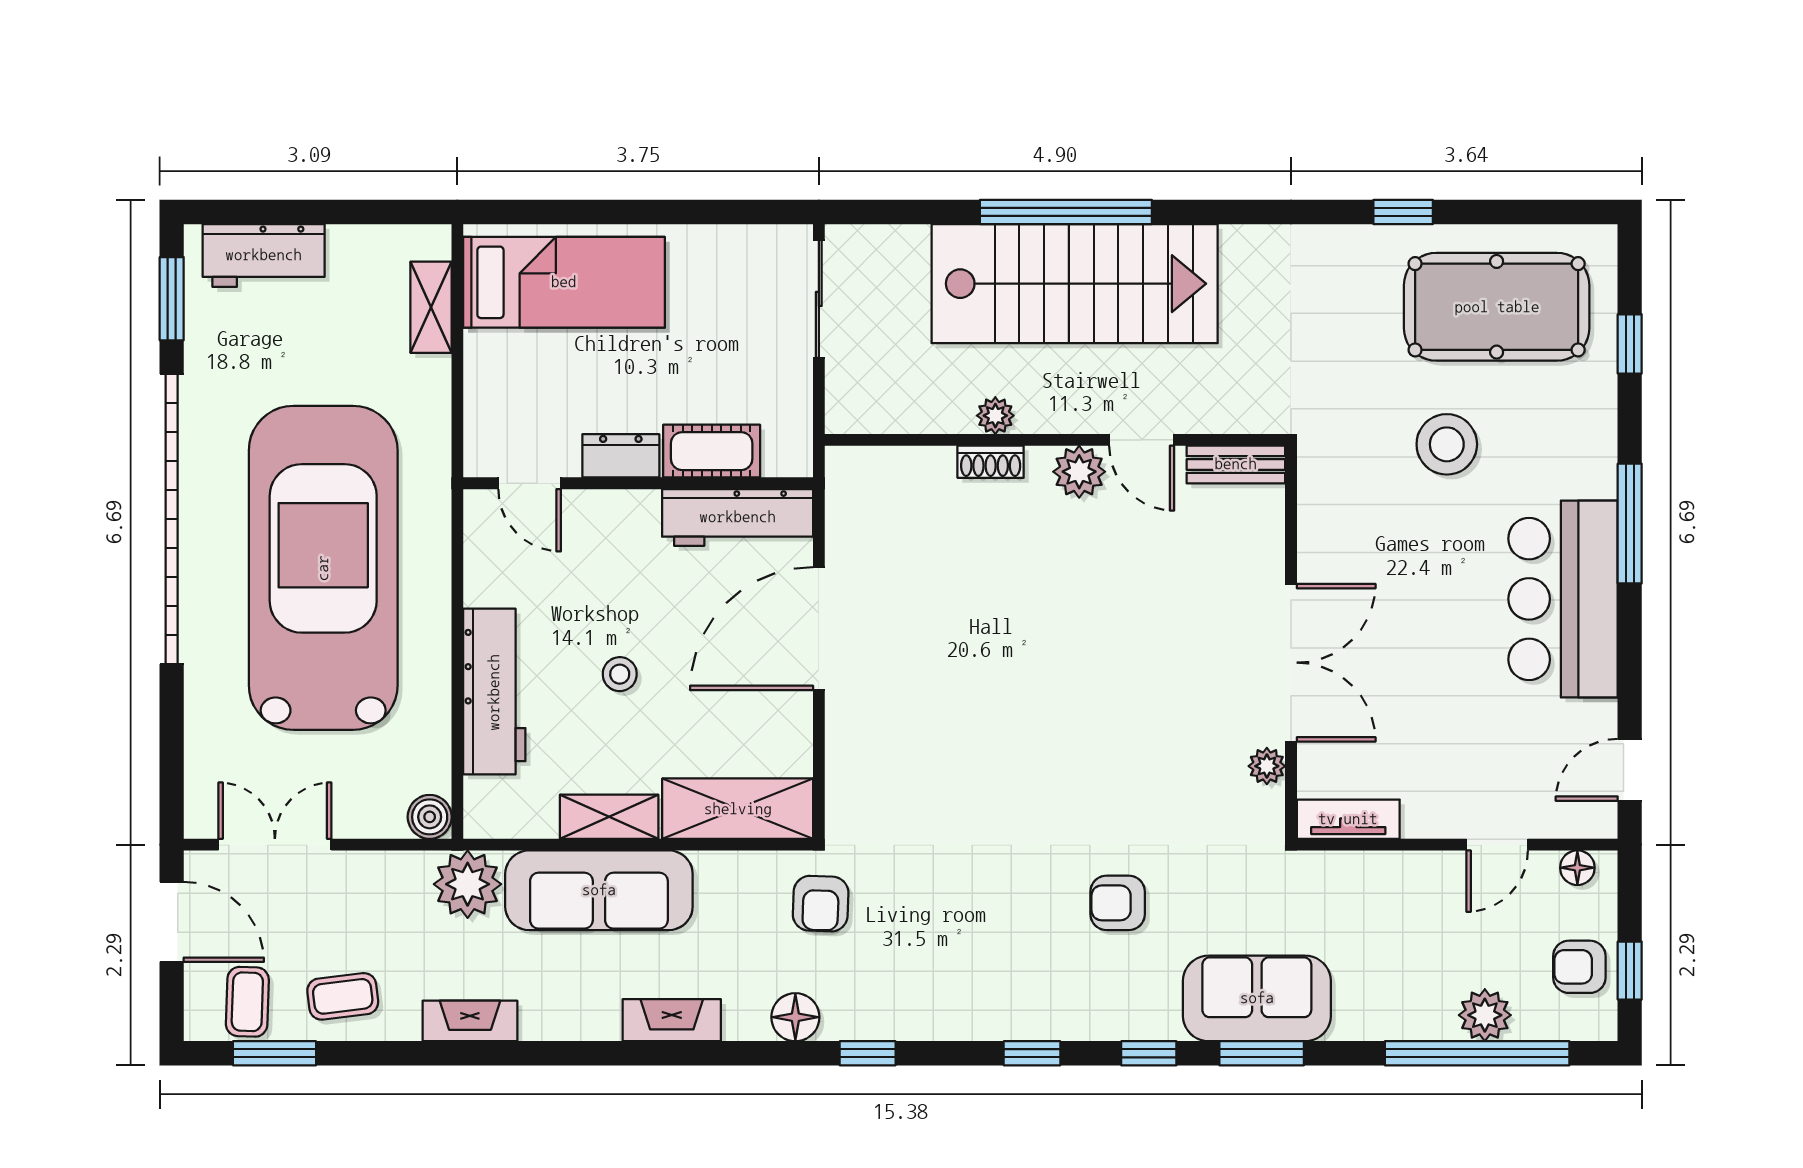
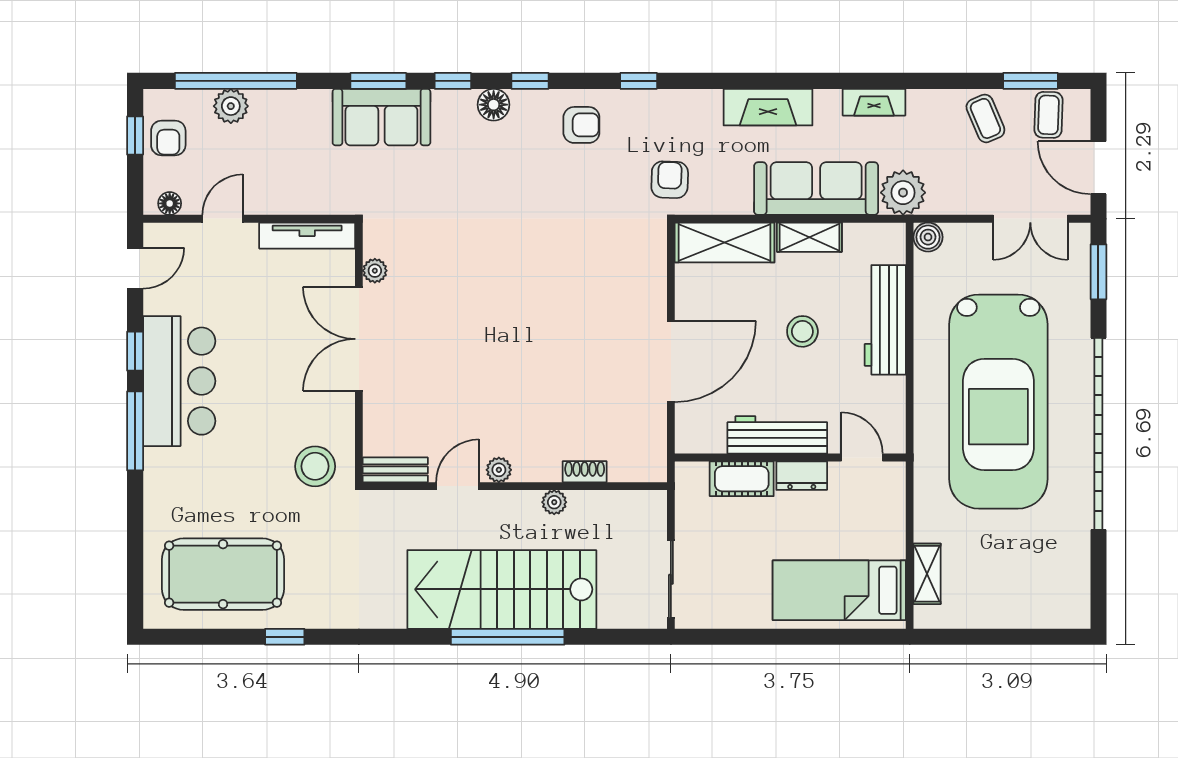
workbench: (264, 255) -> (1038, 608), removed
window: (172, 299) -> (1098, 272), moved
window: (1630, 344) -> (135, 351), moved
door: (1142, 440) -> (458, 486), hinge flipped
stool: (1447, 444) -> (315, 466), moved
shoe rack: (991, 462) -> (585, 472), moved
plant: (1079, 472) -> (499, 470), width x0.73, depth x0.73
workbench: (738, 517) -> (777, 435), moved
stool: (620, 674) -> (802, 331), width x1.37, depth x1.37
tv unit: (1348, 819) -> (307, 236), width x1.41
armchair: (1118, 903) -> (581, 125), moved
armchair: (1579, 967) -> (168, 138), turned 90
coffee table: (343, 996) -> (985, 118), turned 74
floor lamp: (795, 1017) -> (494, 105), moved
fireplace: (672, 1020) -> (768, 107), width x1.37, depth x1.32
fireplace: (470, 1021) -> (874, 102), moved

